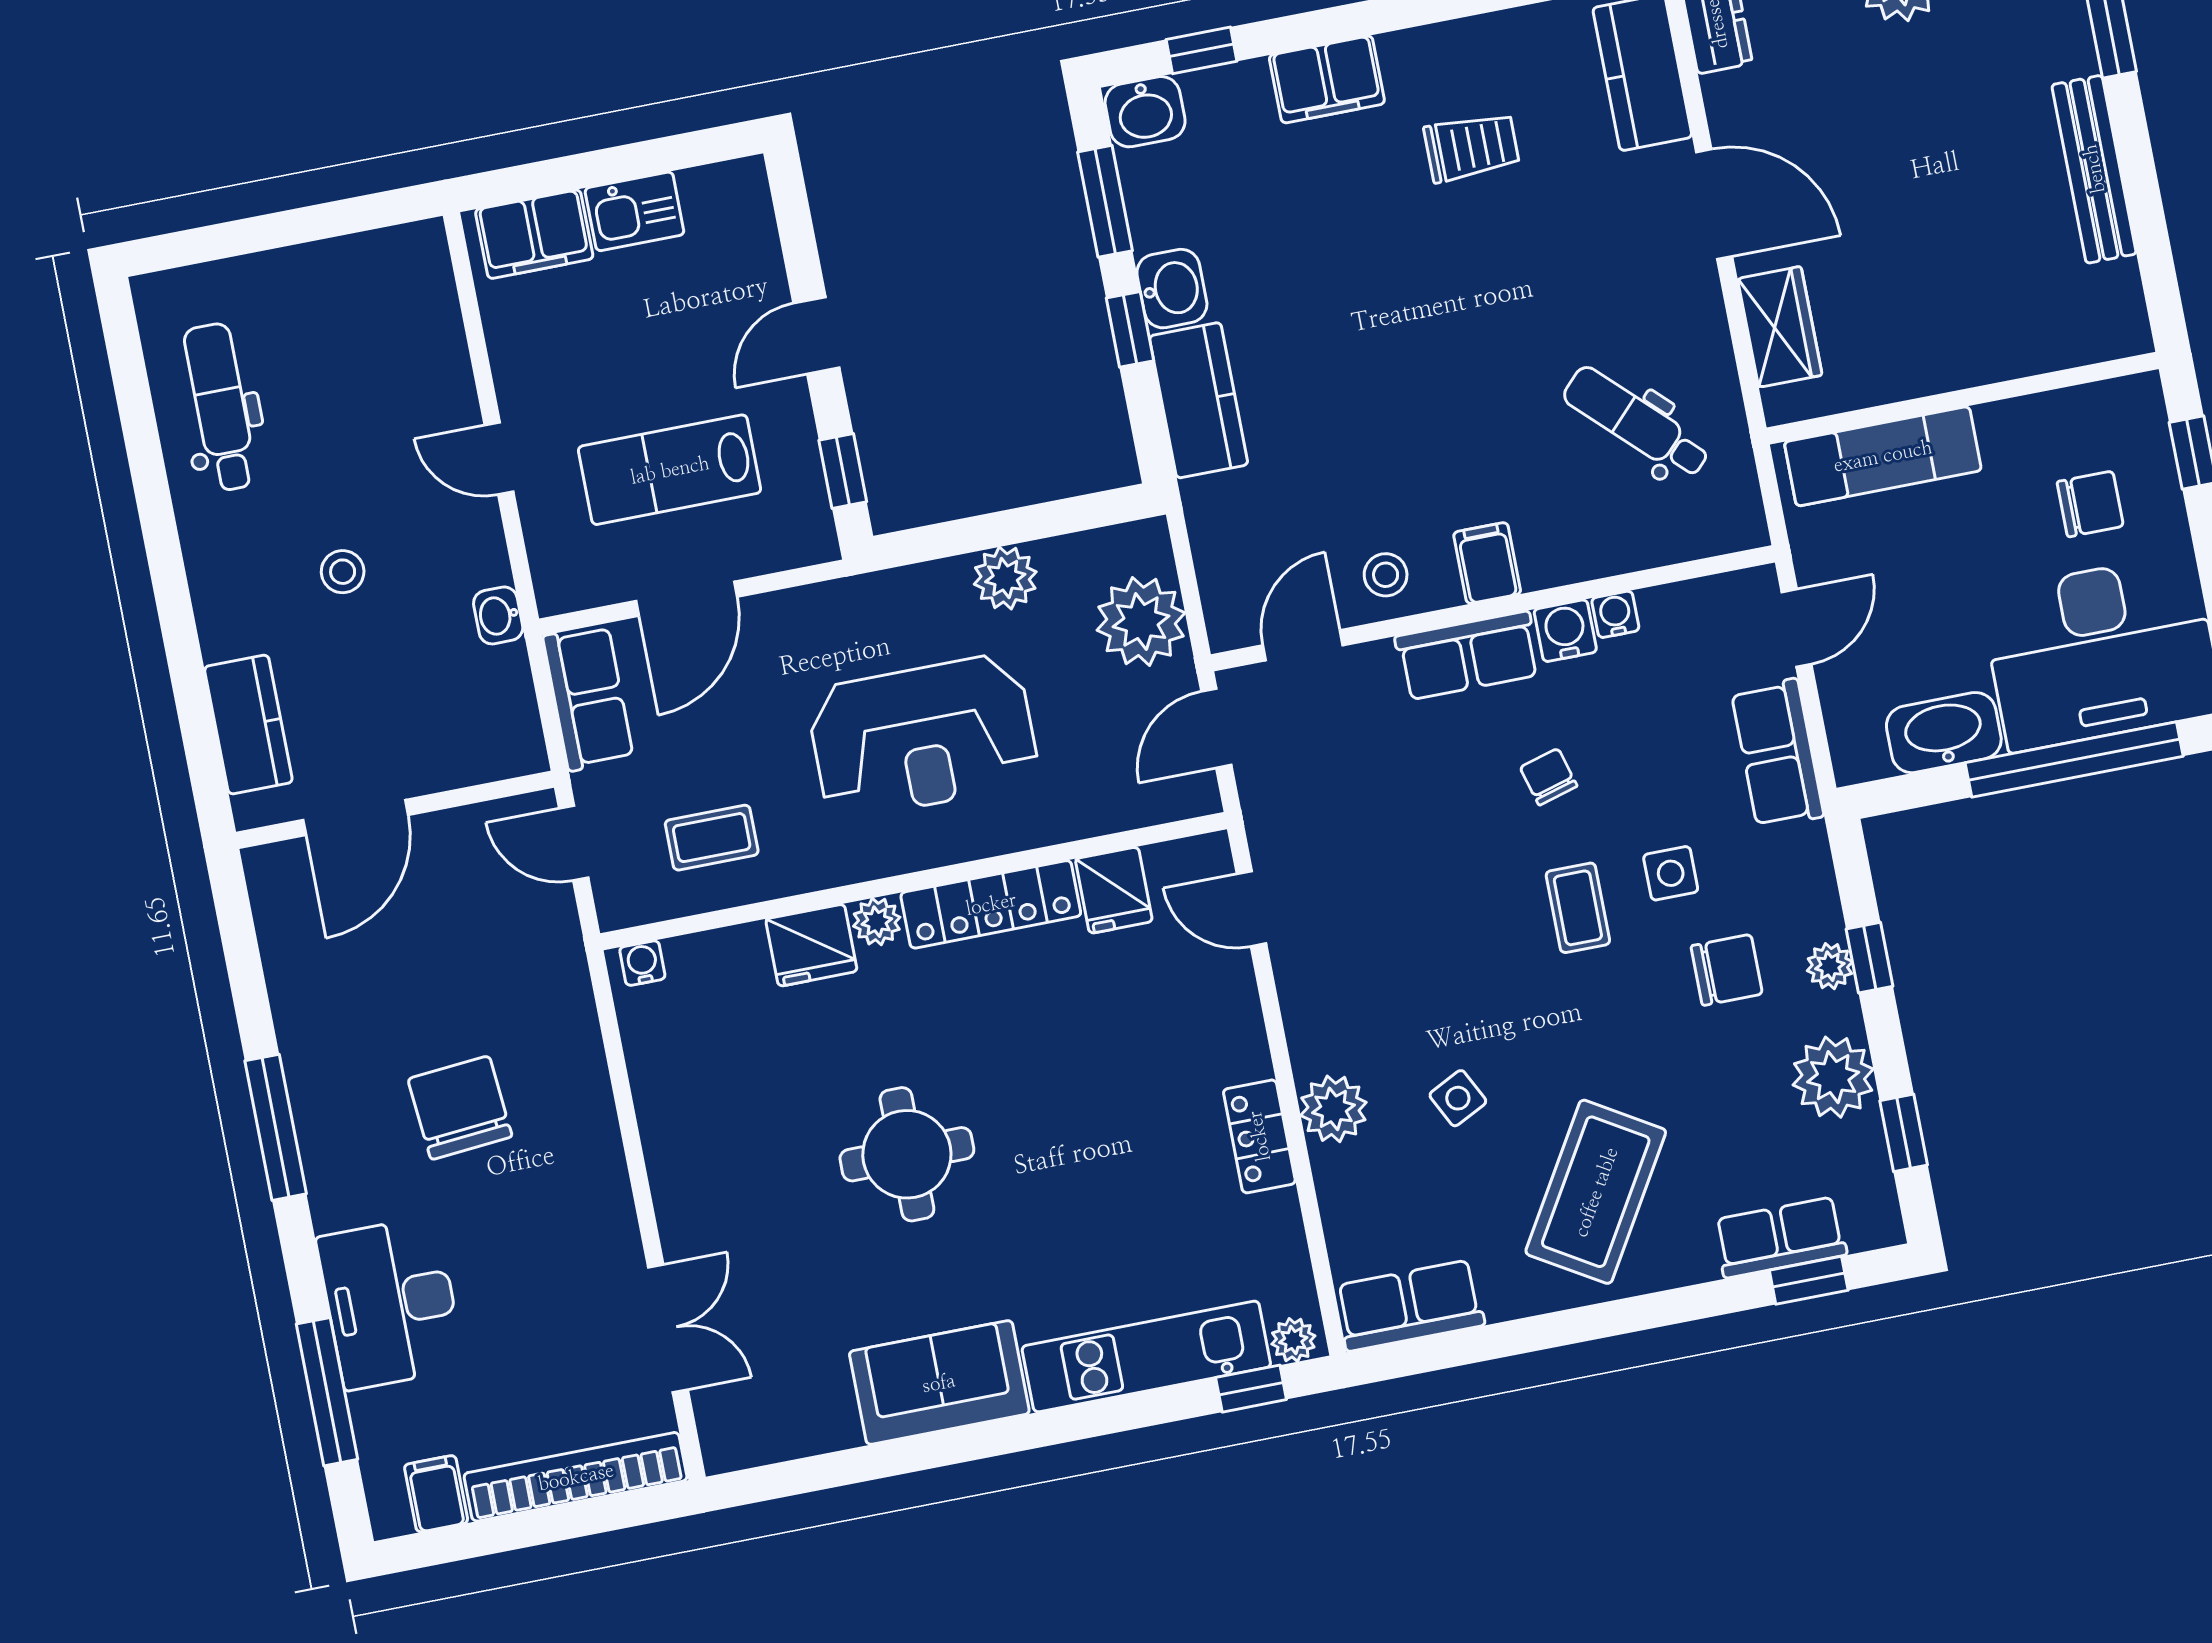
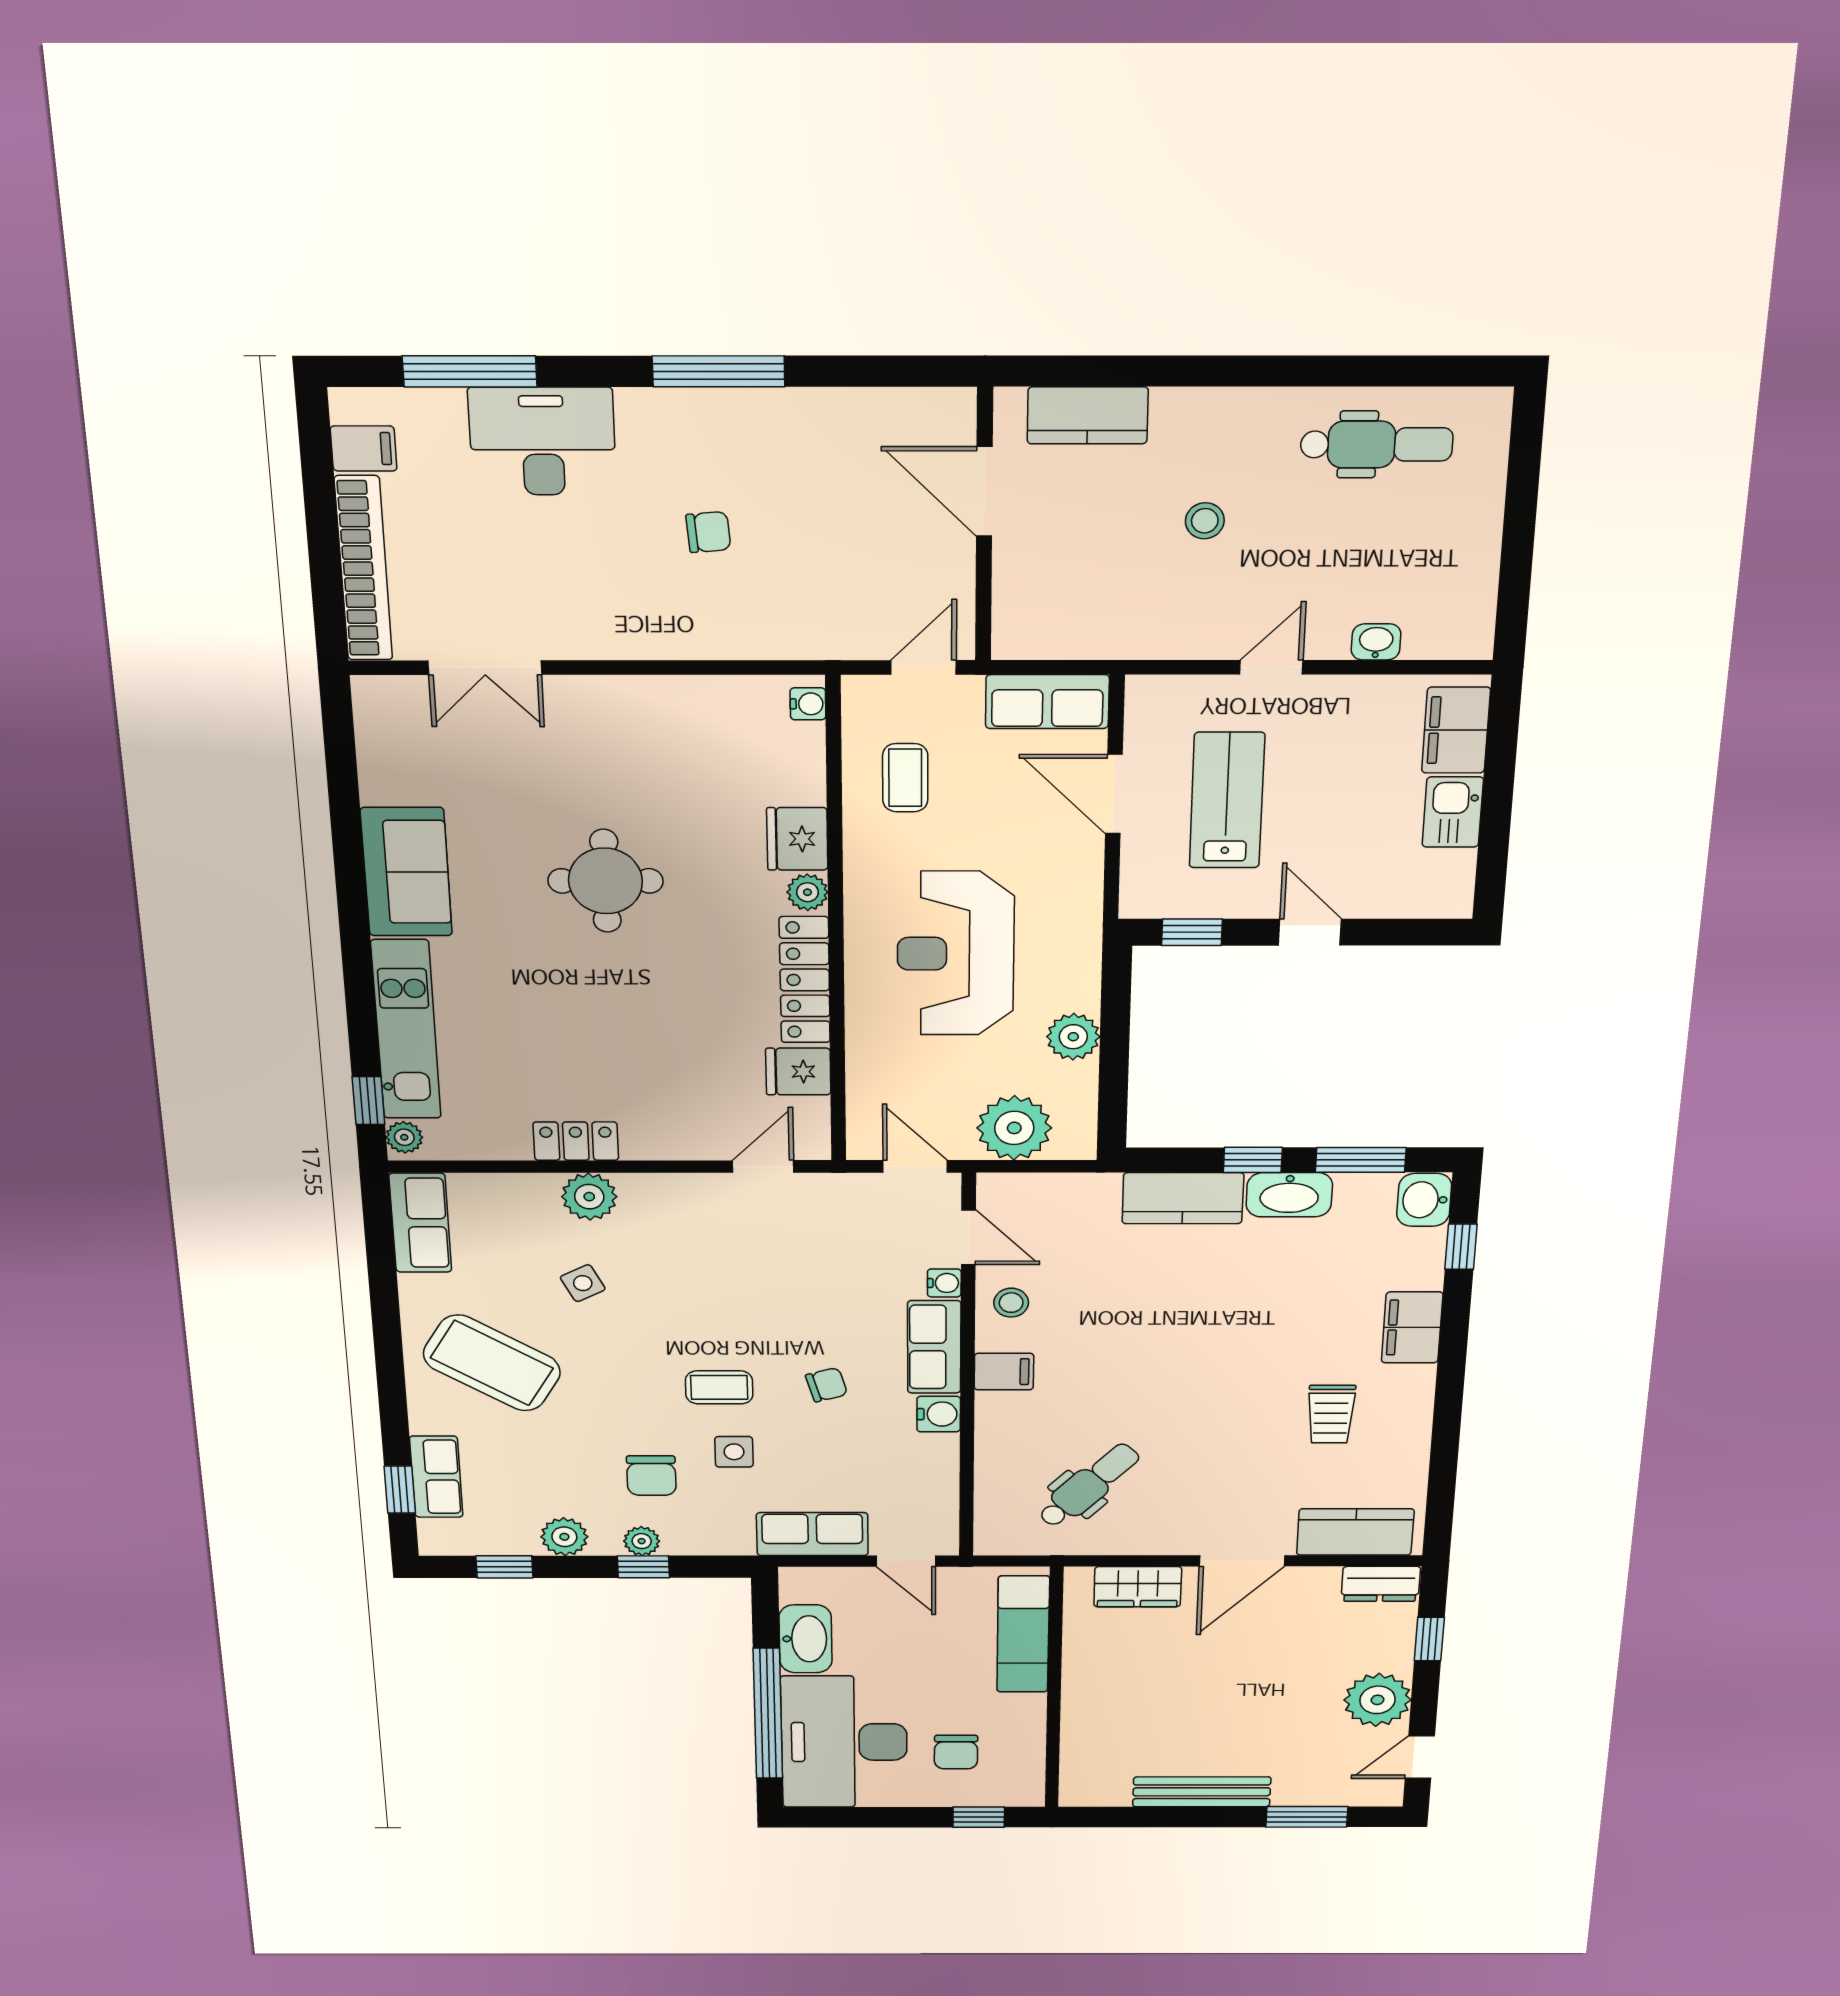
washbasin: (1172, 289) -> (1289, 1195), width x1.38
water cooler: (1615, 614) -> (944, 1283), moved
washbasin: (498, 615) -> (1376, 642), moved
plant: (1833, 1077) -> (564, 1537), width x0.73, depth x0.73
chair: (460, 1108) -> (708, 532), width x0.54, depth x0.54

